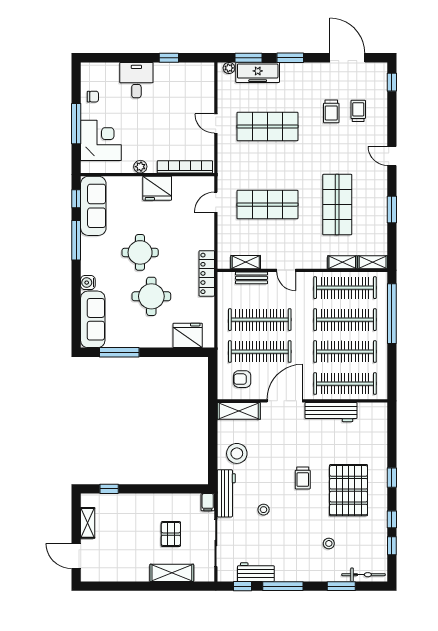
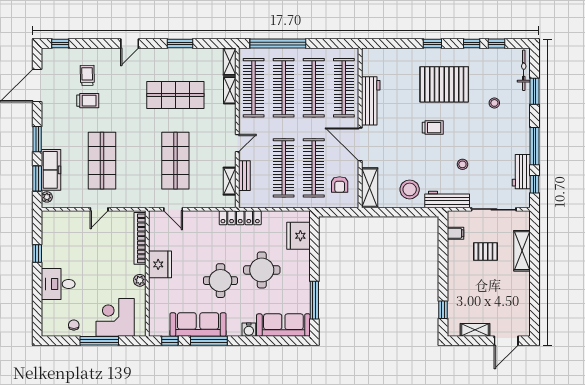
trolley: (358, 111) -> (87, 75), turned 89
sofa: (93, 206) -> (198, 325), moved
filing cabinet: (208, 502) -> (456, 233), moved

